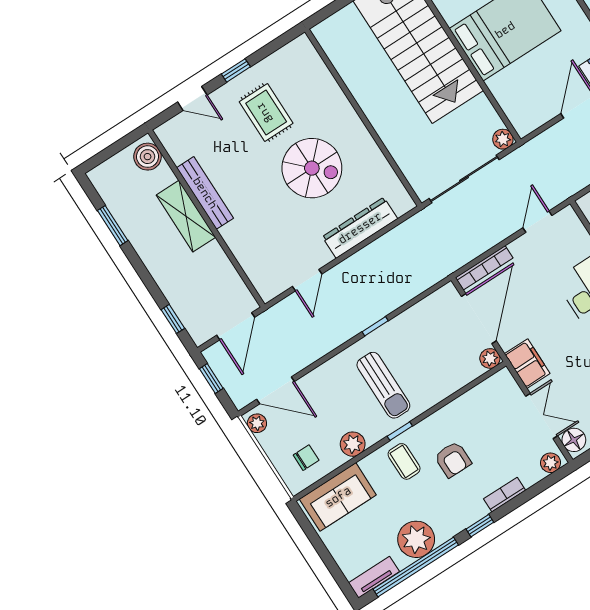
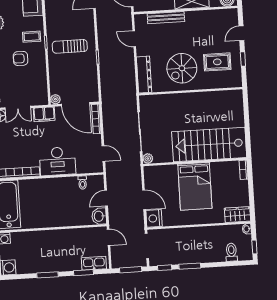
wall: (363, 118) -> (191, 91), moved
bench: (205, 193) -> (166, 18), moved
plant: (353, 444) -> (52, 19), removed

